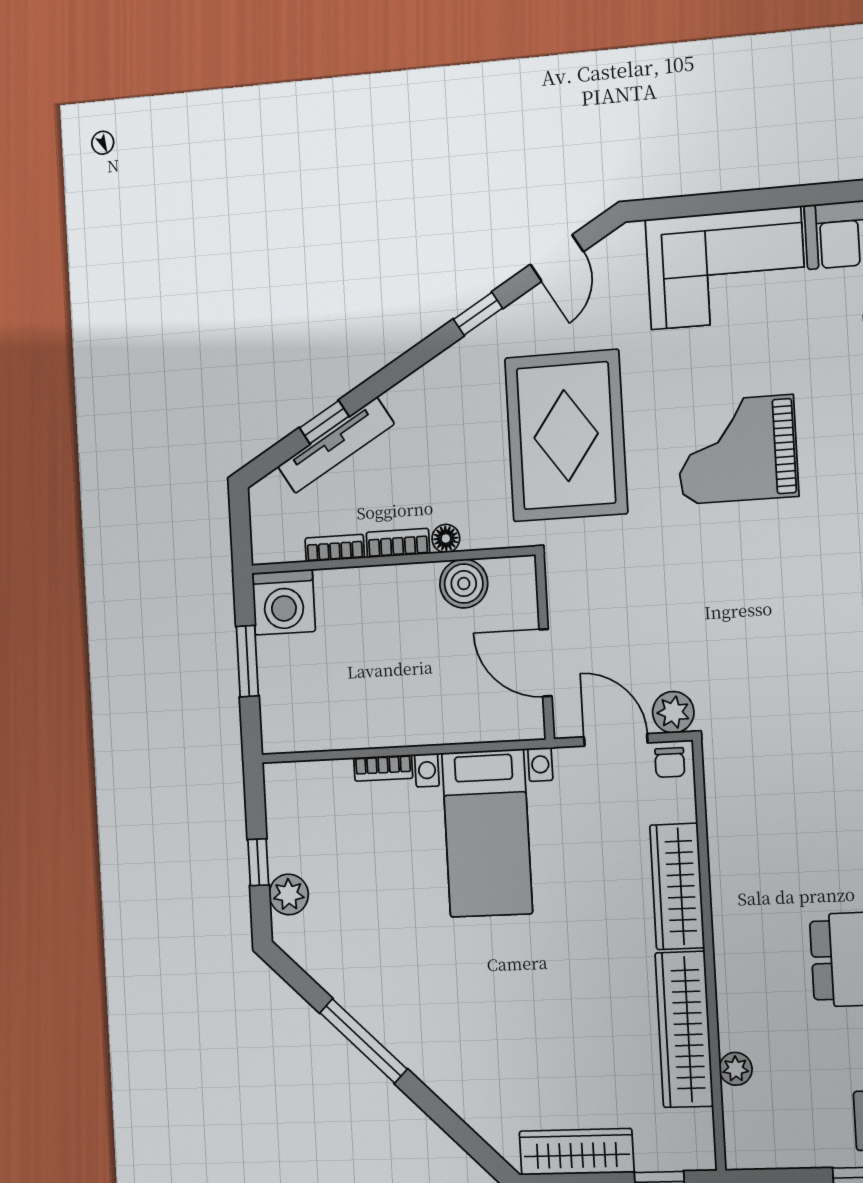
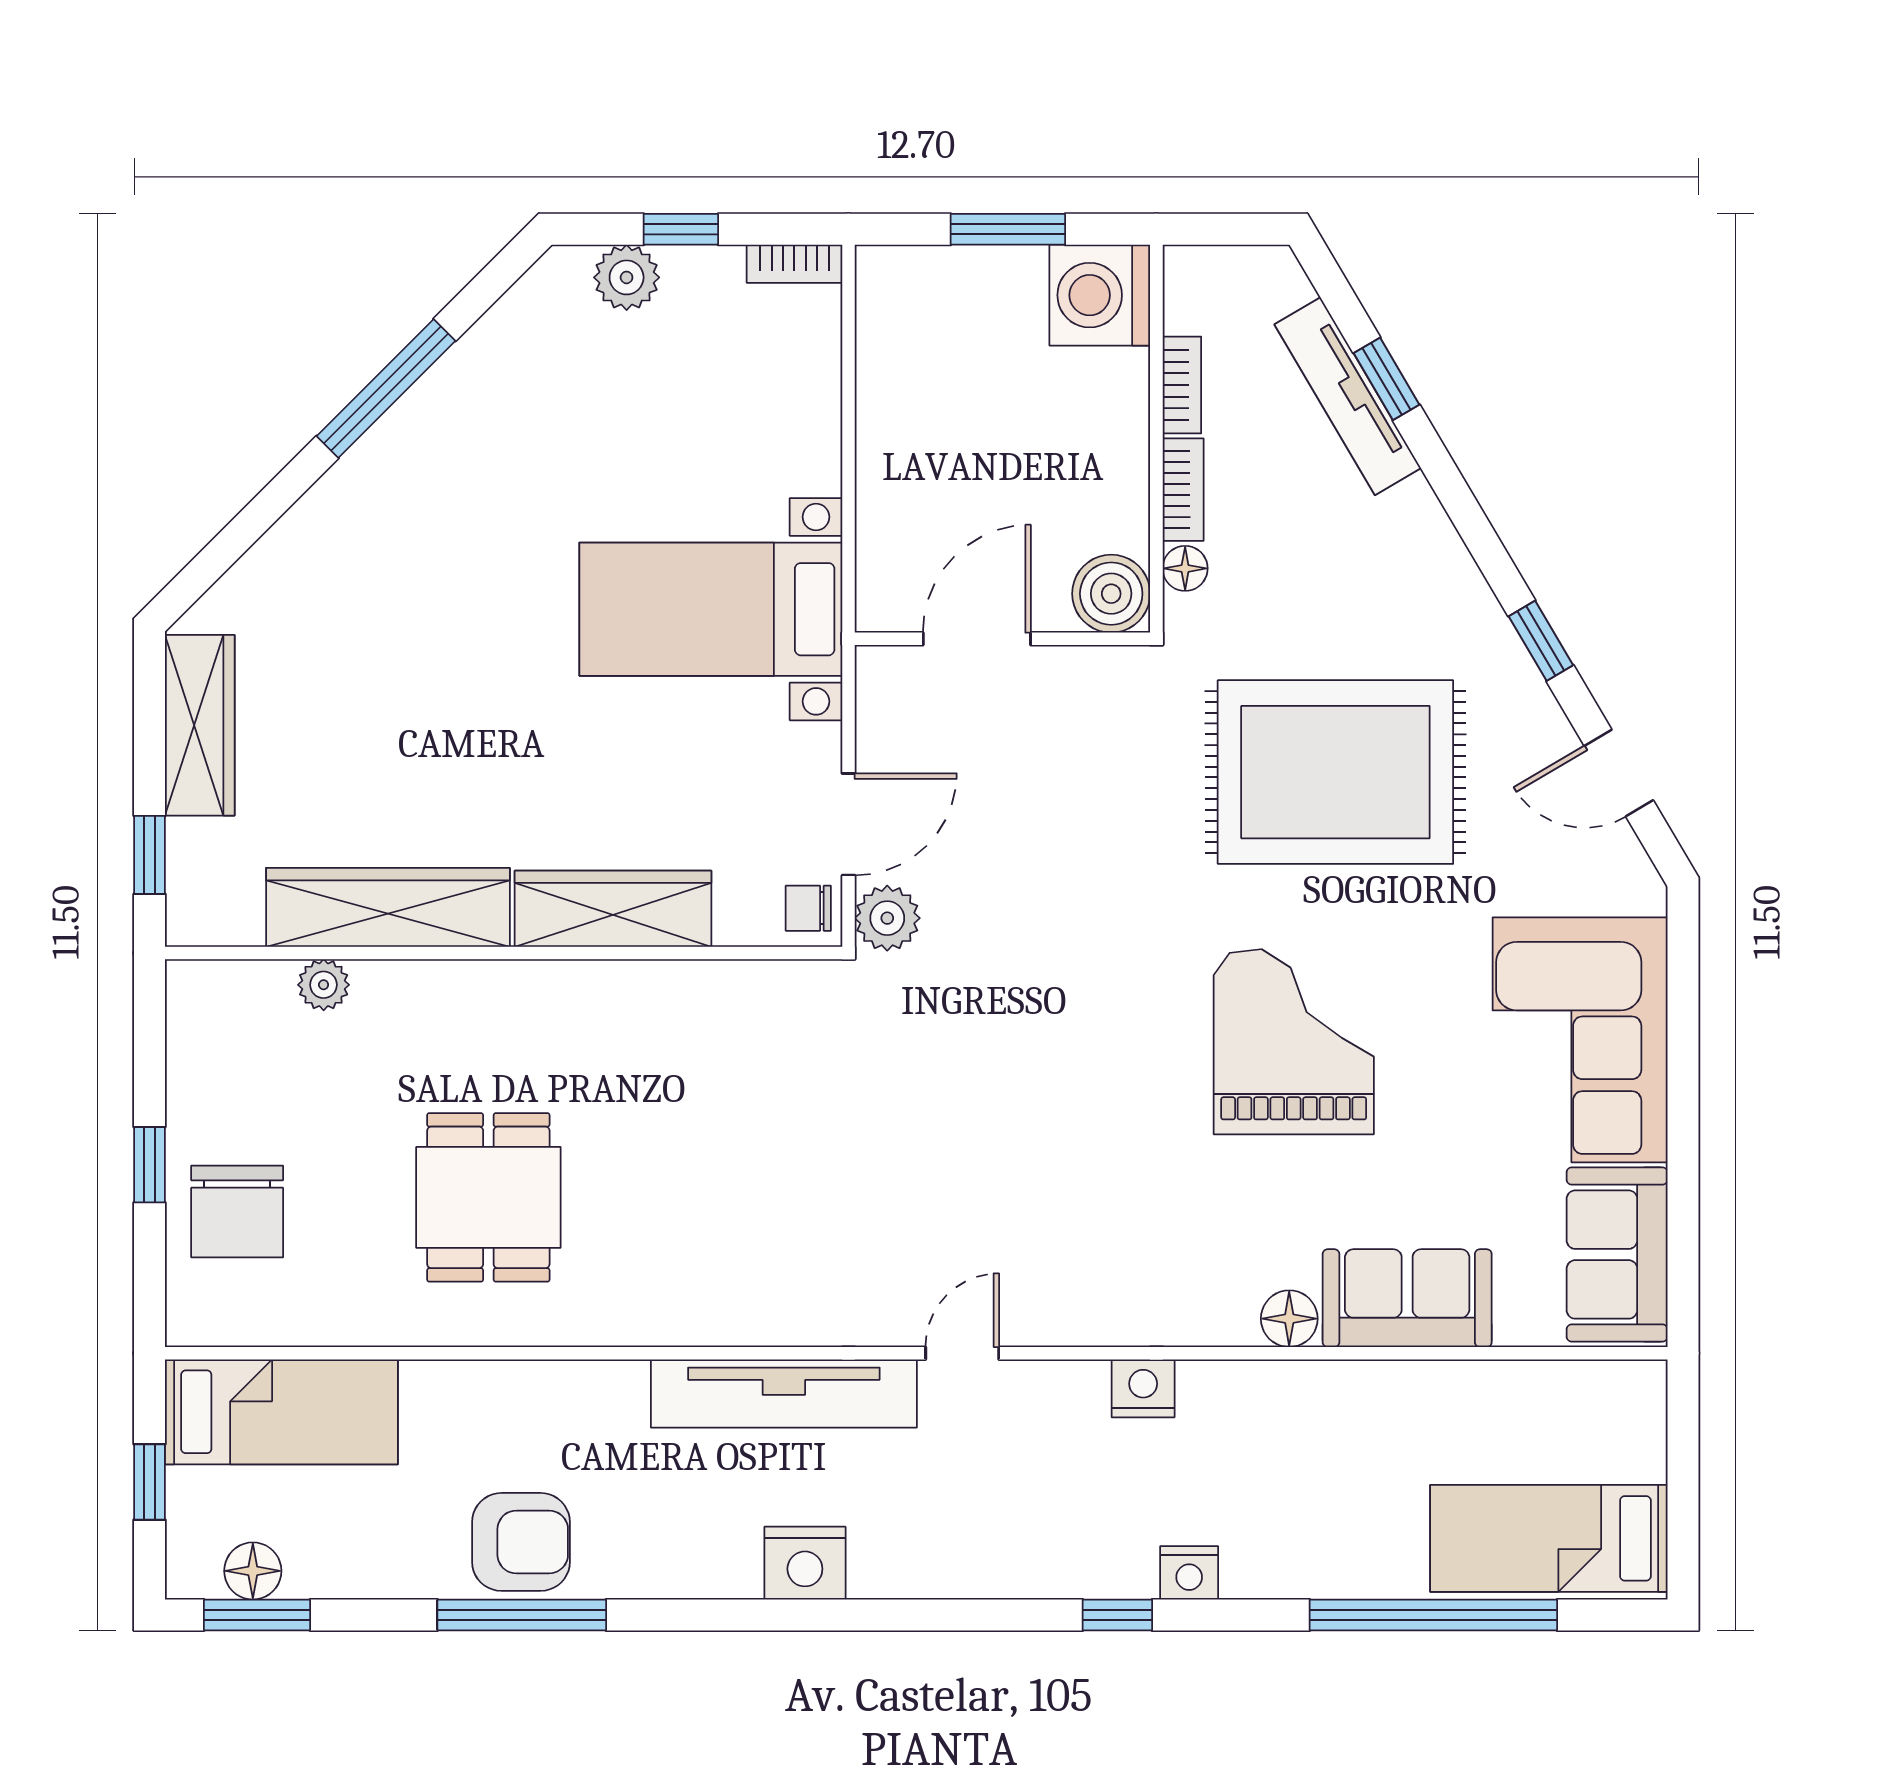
wall: (545, 647) -> (1002, 639), moved
door: (546, 663) -> (977, 639), moved
bookcase: (383, 768) -> (794, 264), moved, turned -90

